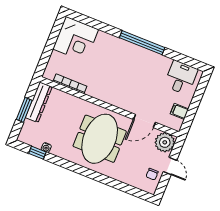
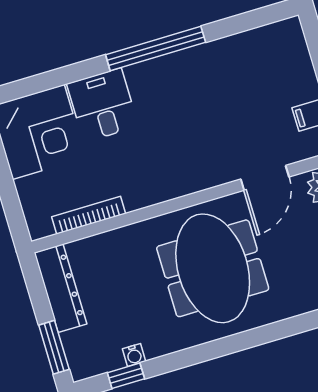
desk: (181, 78) -> (103, 105), moved
window: (24, 110) -> (54, 347), moved

